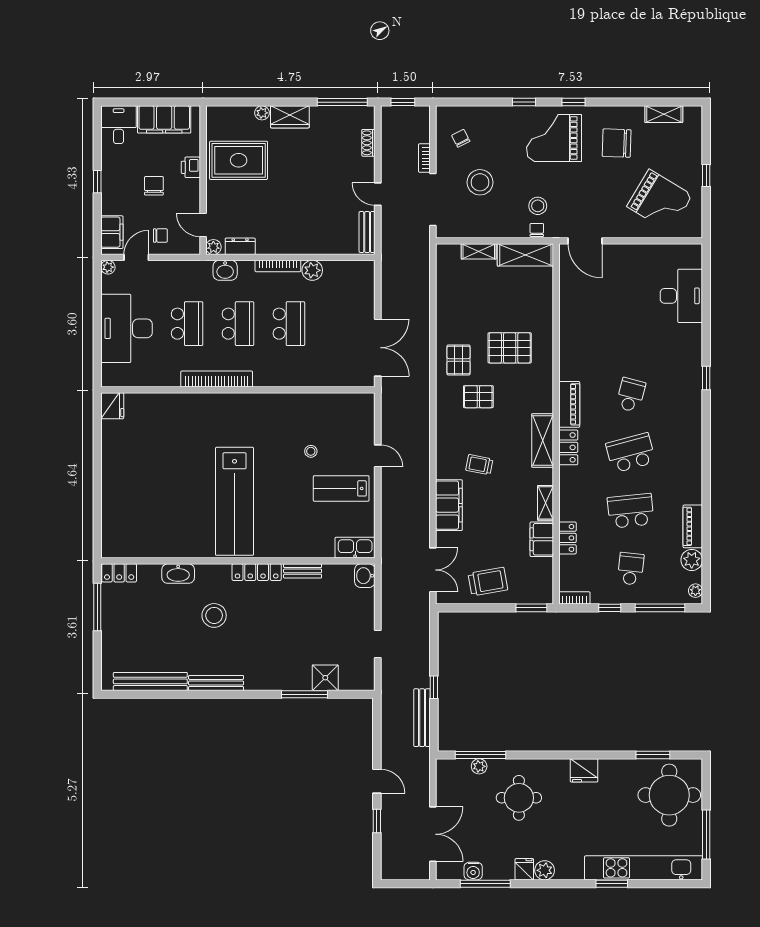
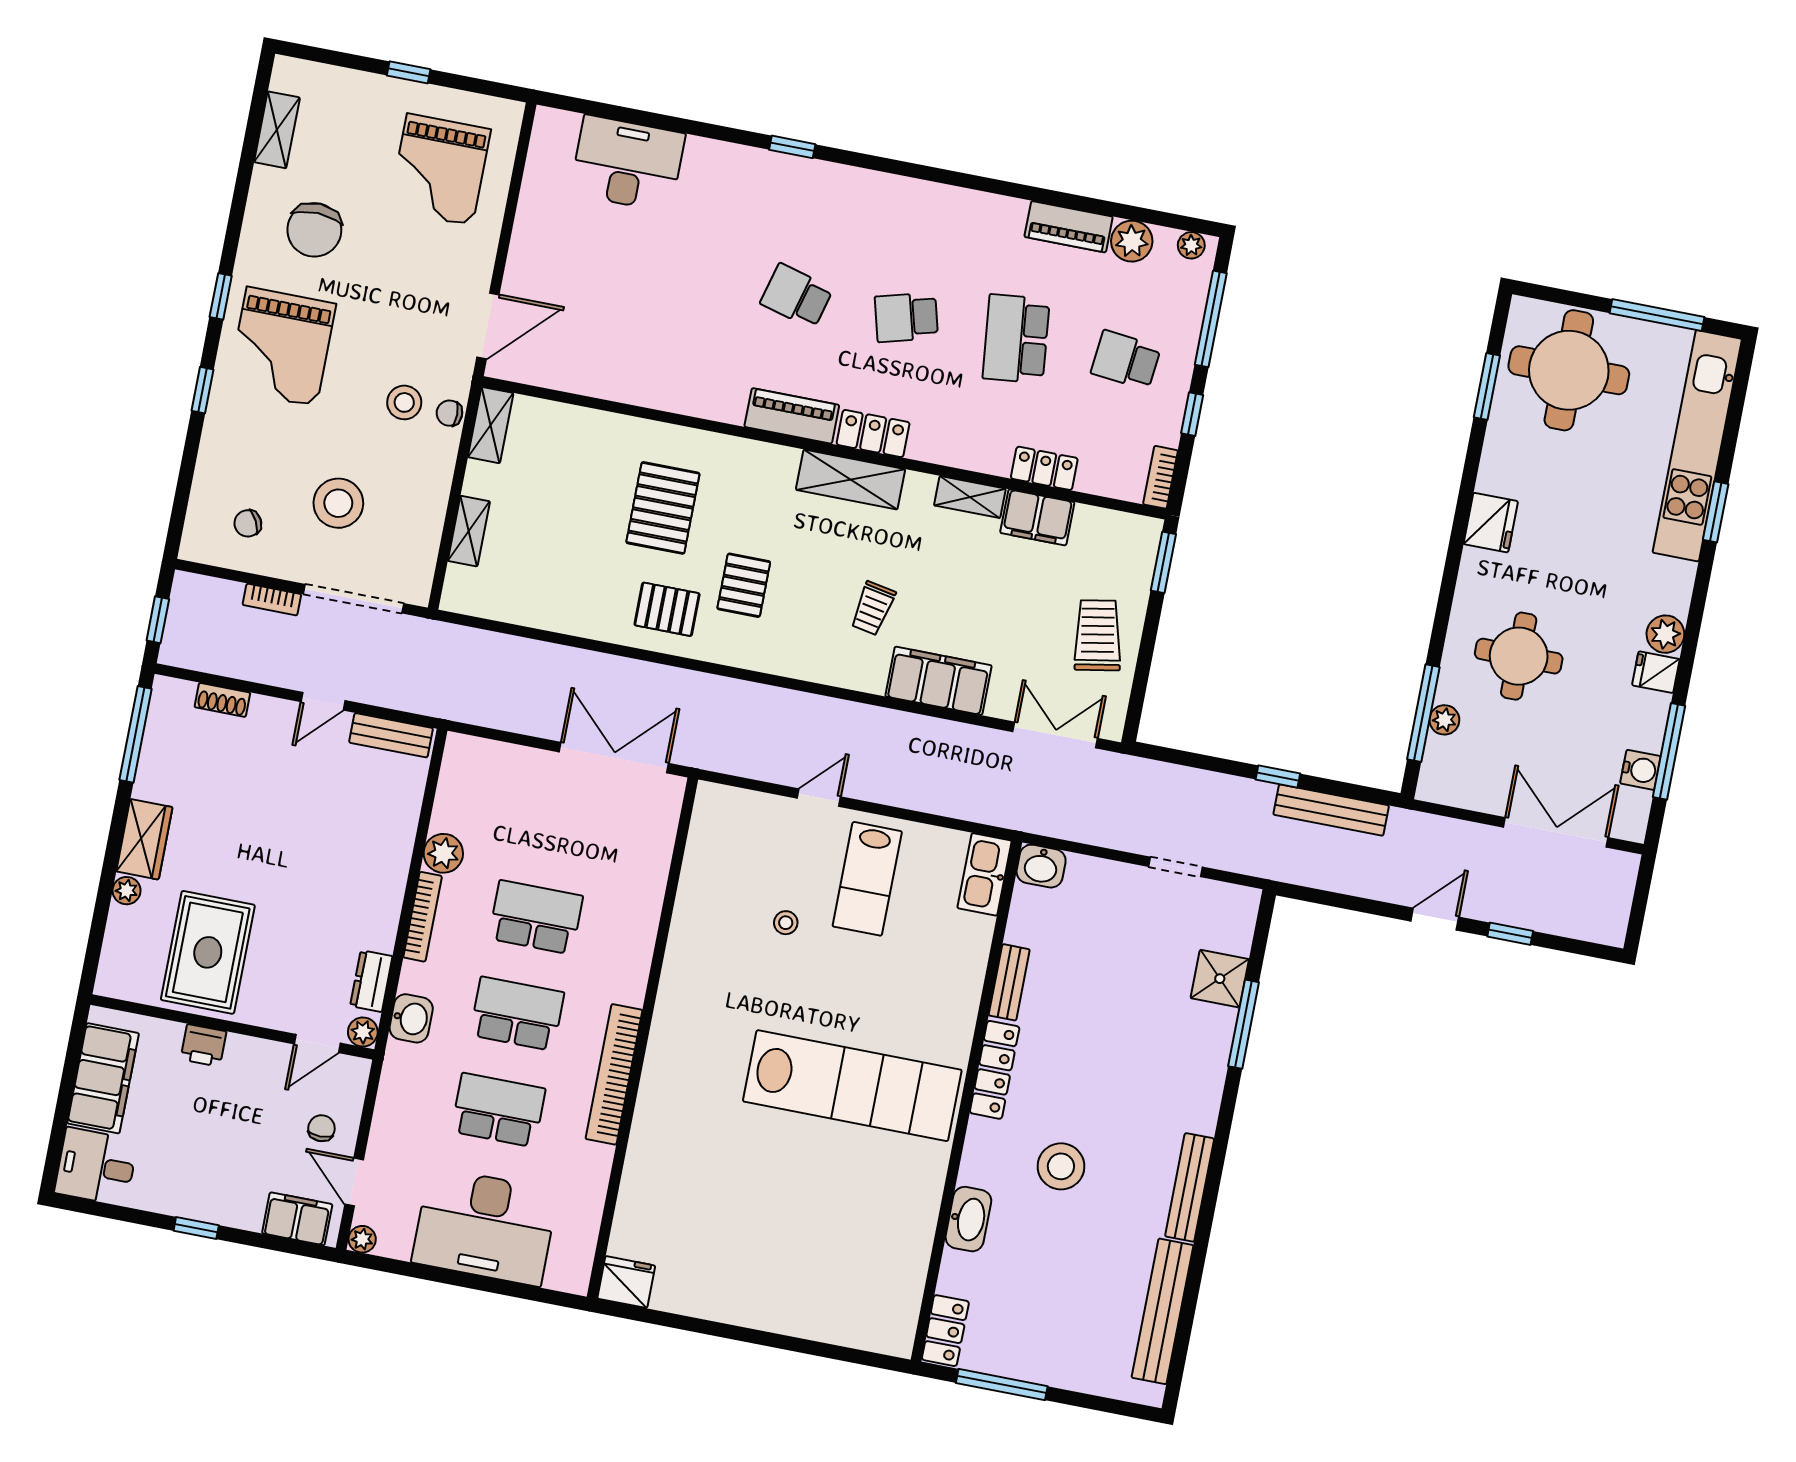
chair: (154, 186) -> (225, 1122), removed
grand piano: (660, 201) -> (440, 170), turned 149
shelving: (525, 255) -> (491, 425), width x0.67, depth x0.75
school desk: (631, 453) -> (906, 317), width x0.54

